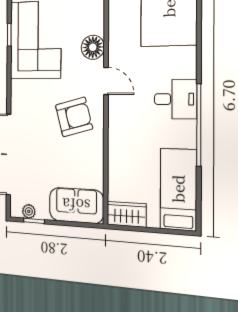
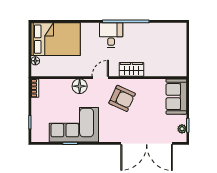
armchair: (74, 117) -> (122, 98), turned 130
bed: (178, 189) -> (163, 33), removed
wardrobe: (127, 214) -> (131, 69), moved, turned 90

